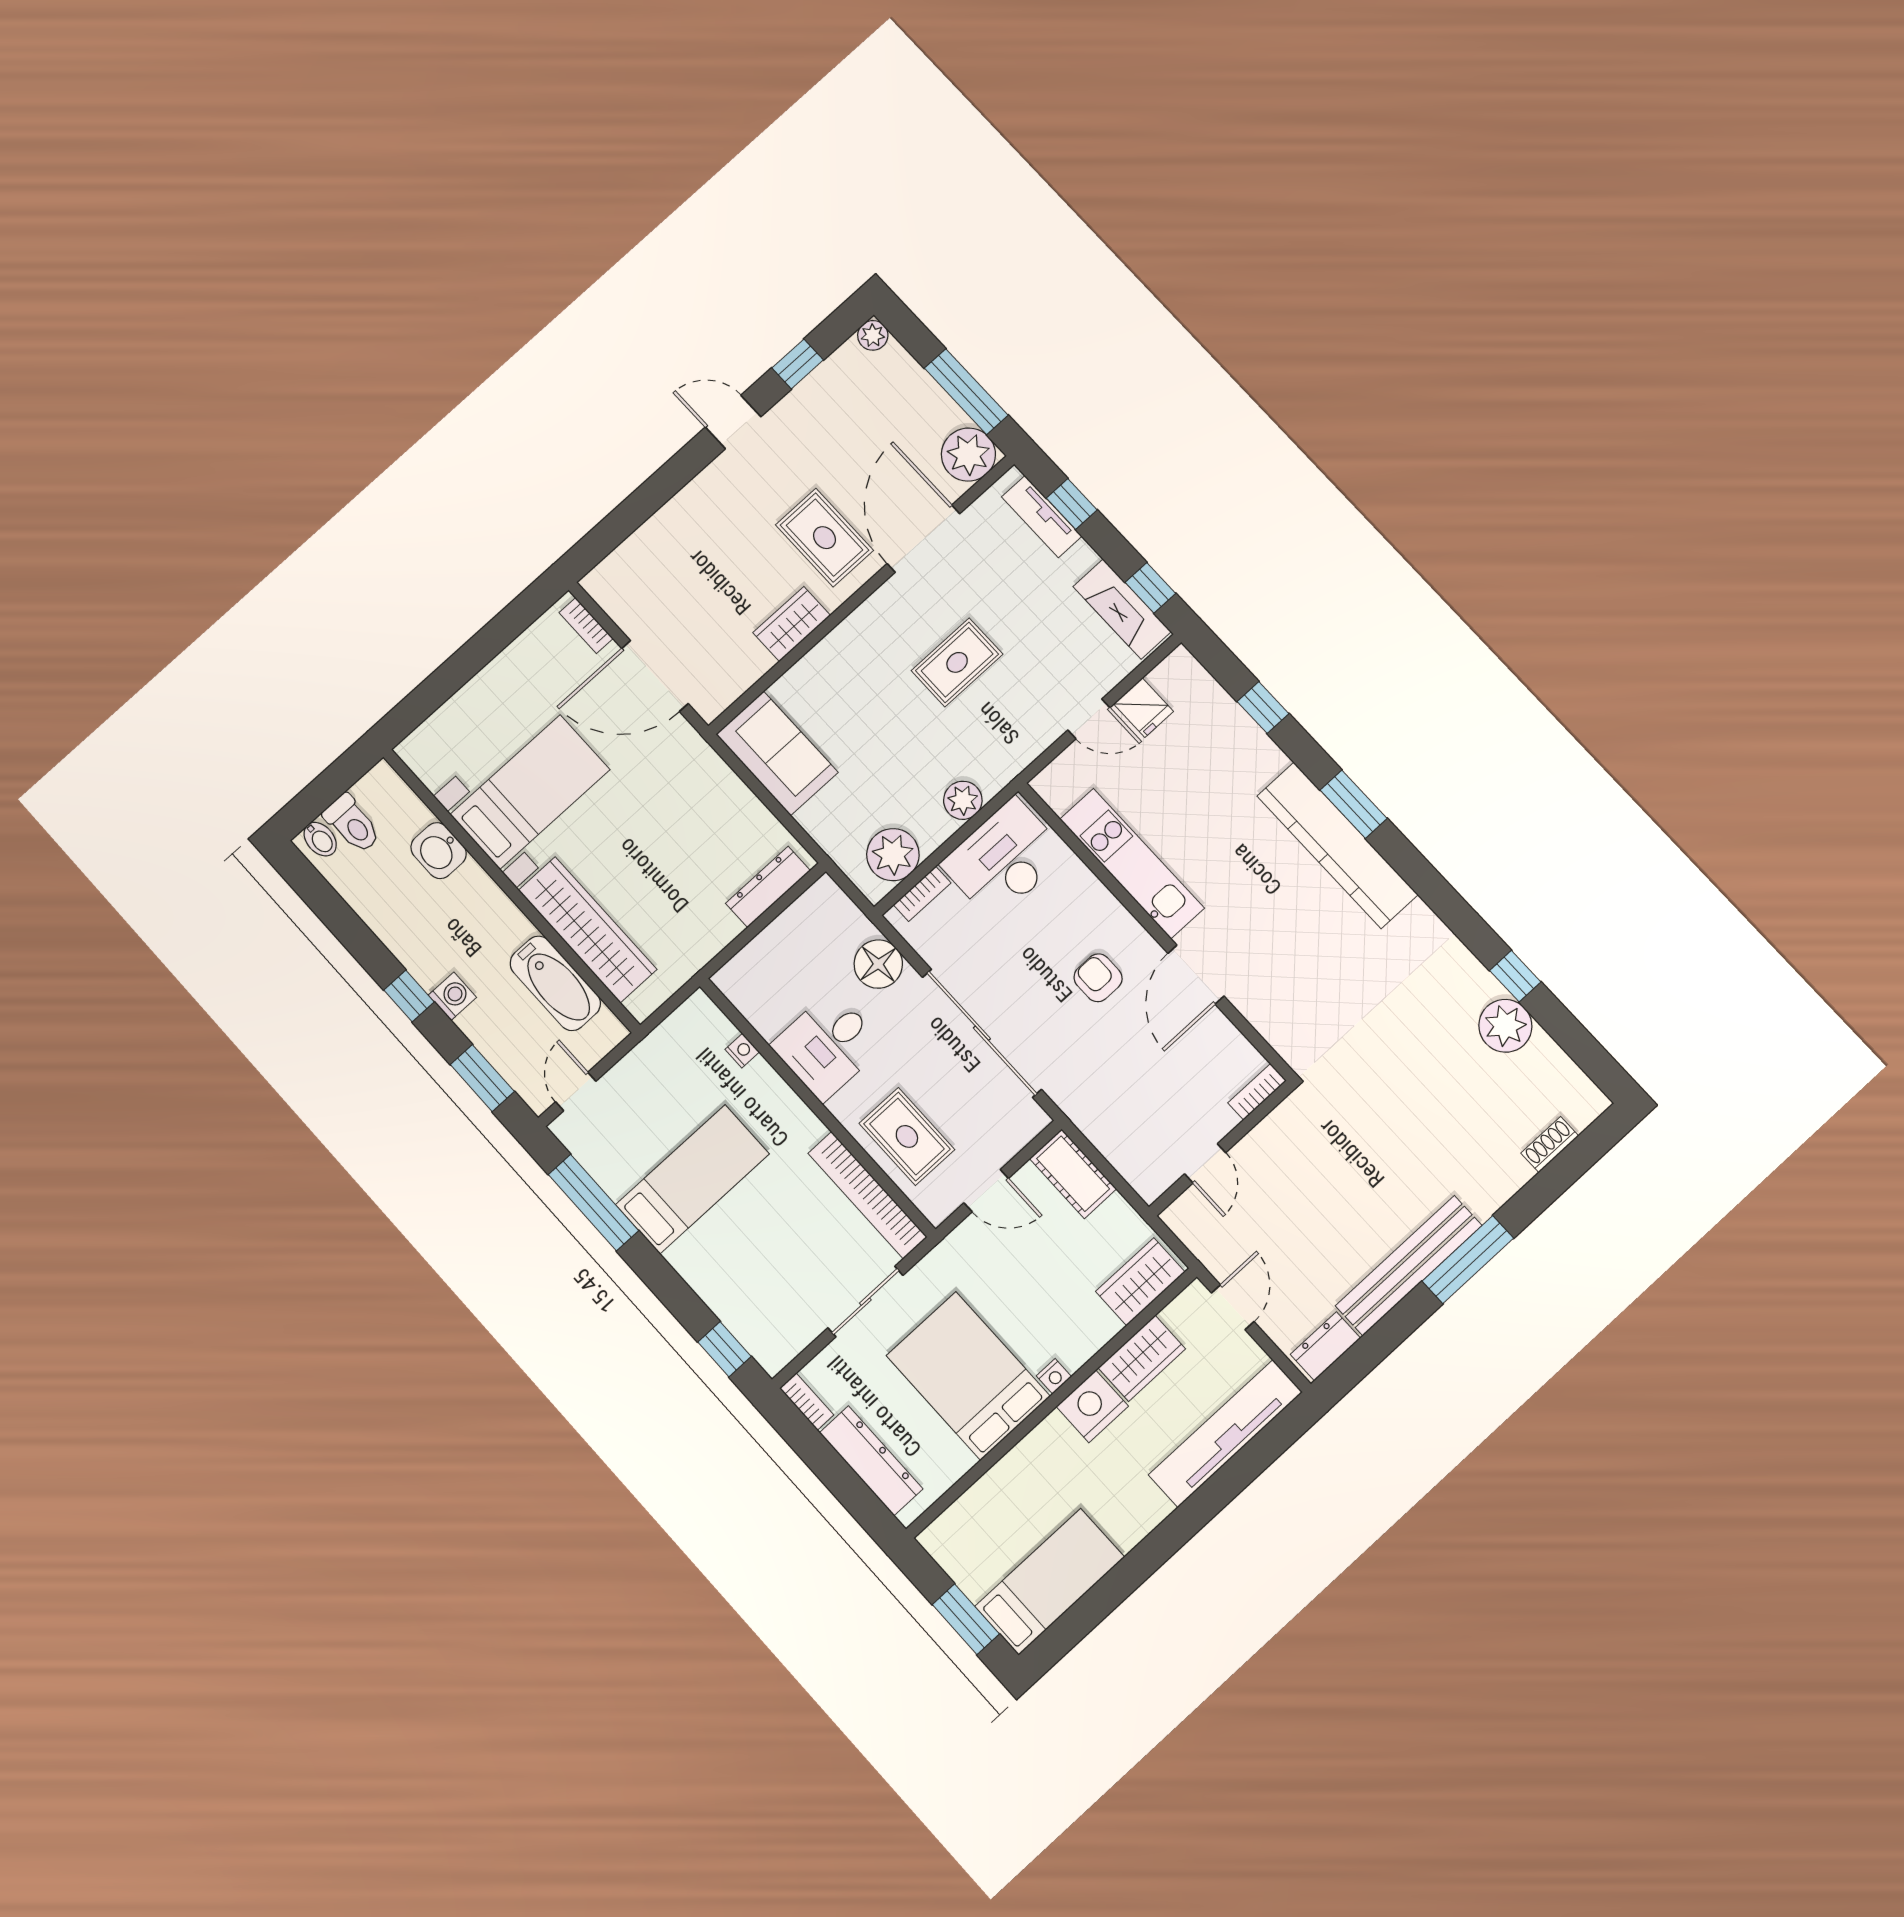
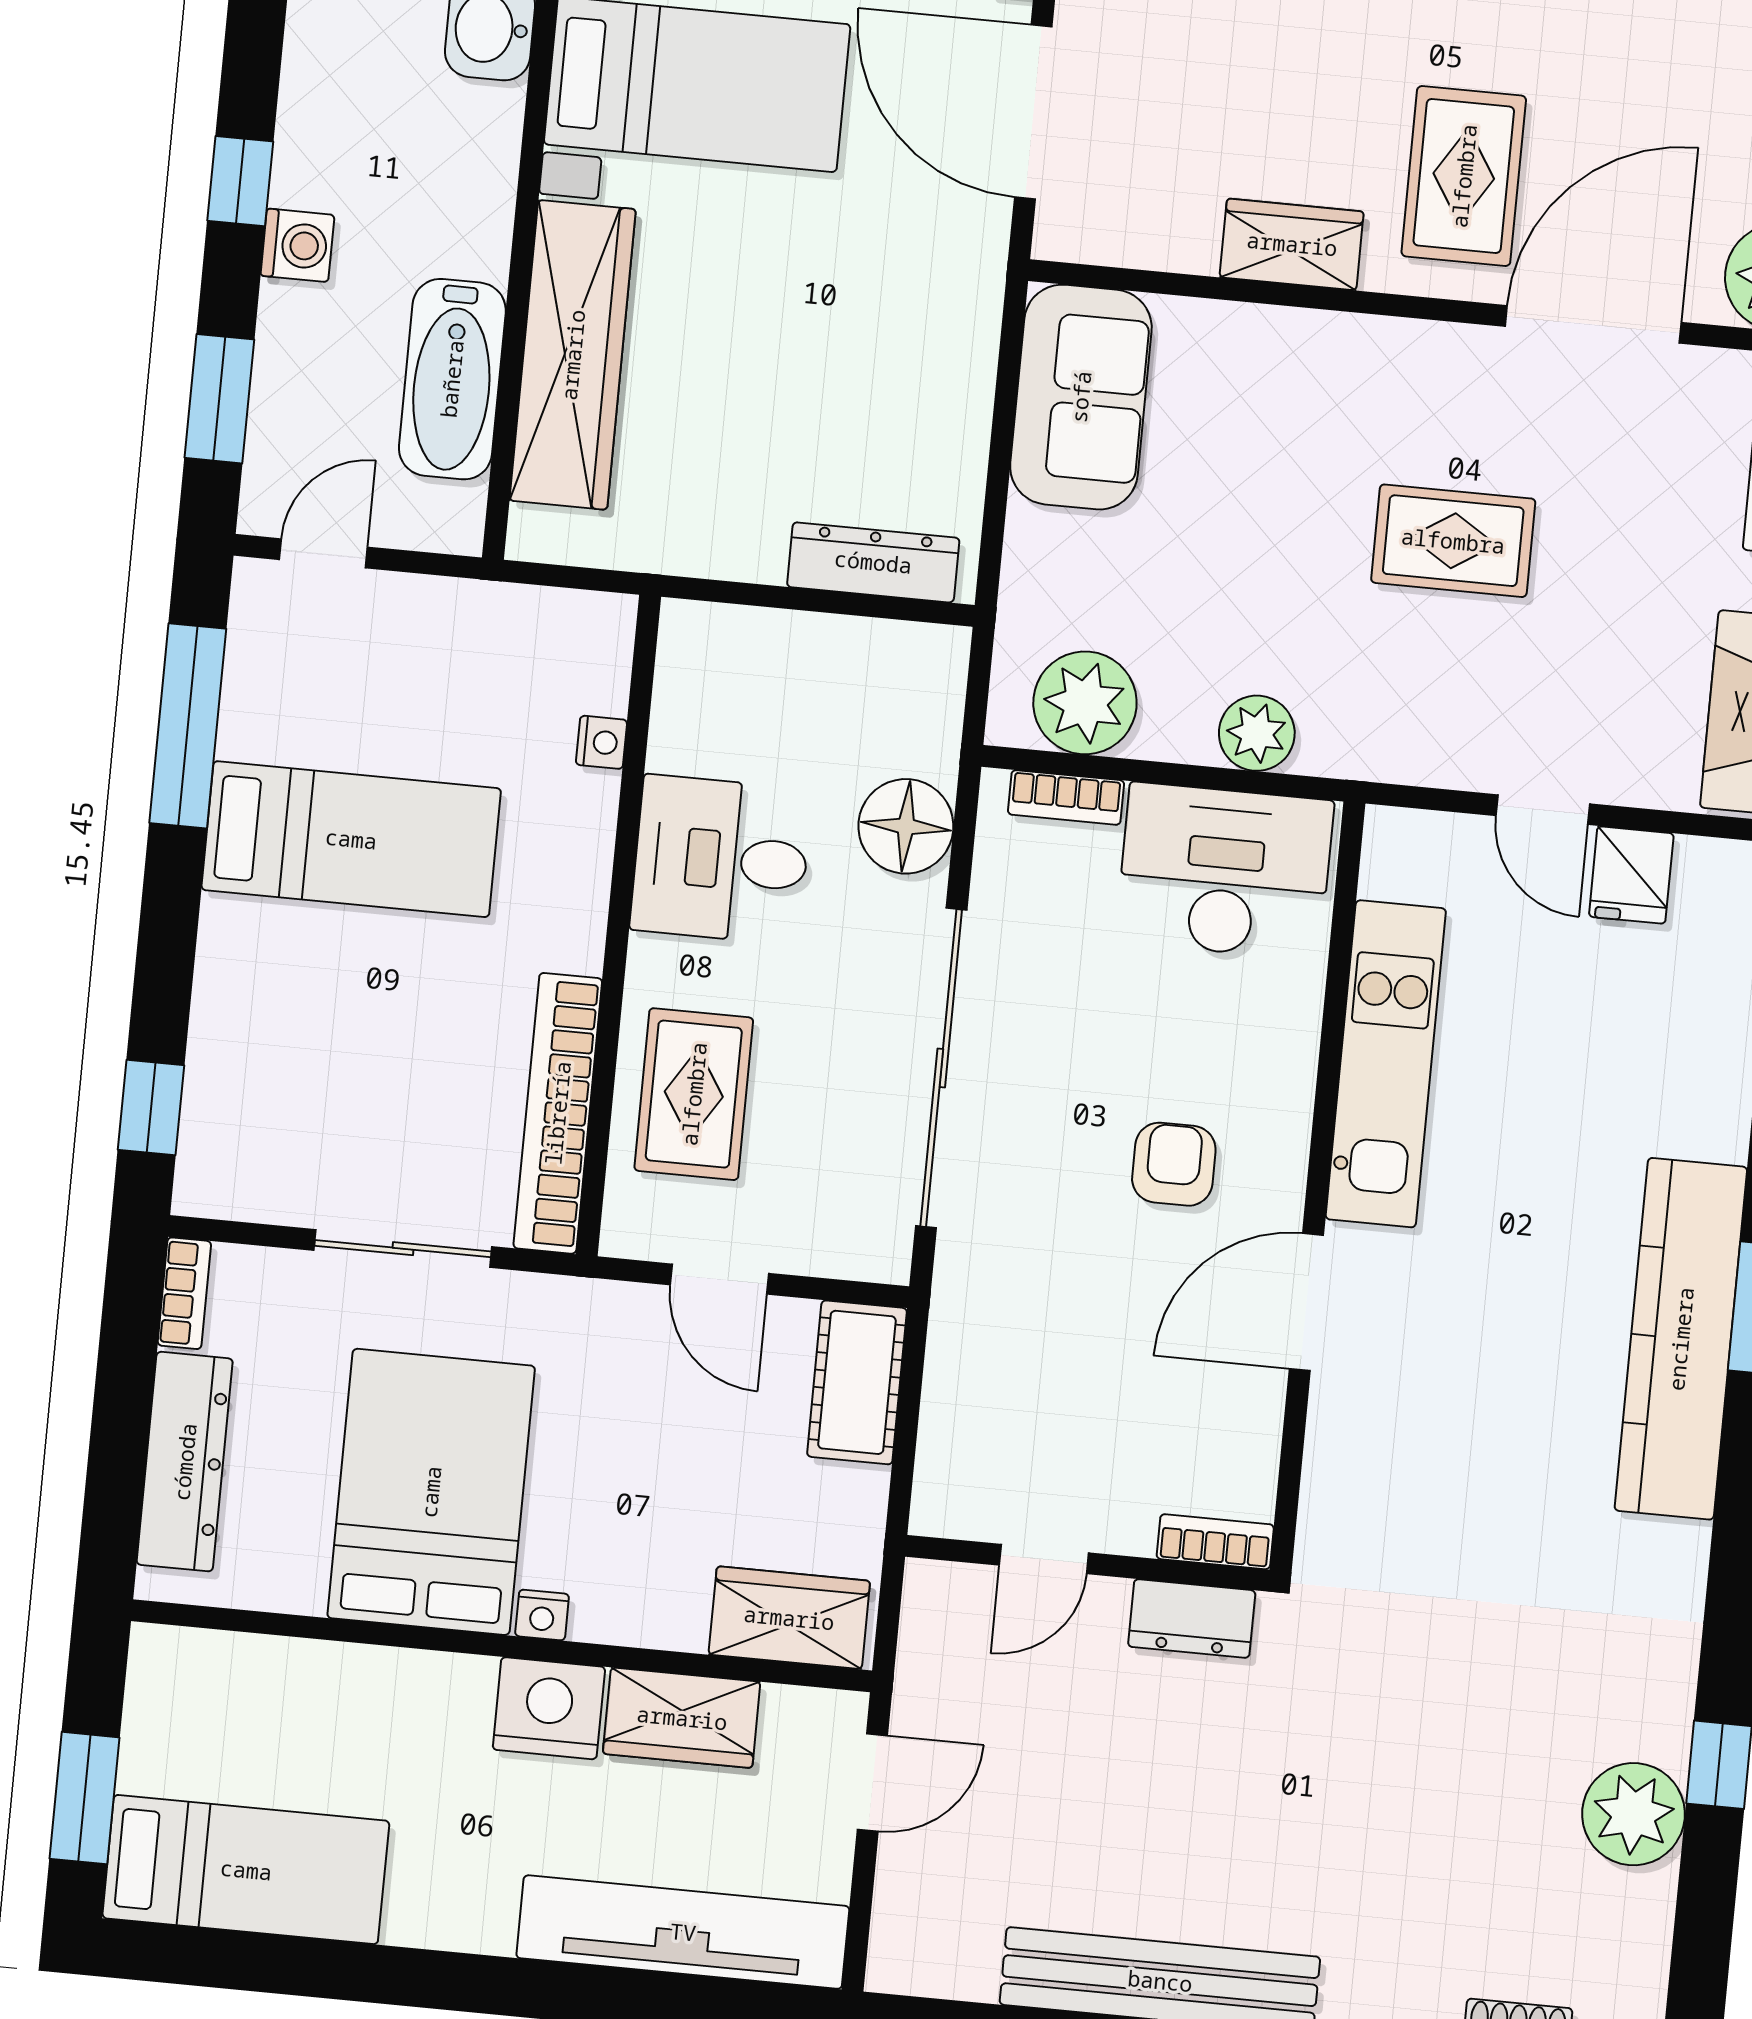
dresser: (1325, 1346) -> (1192, 1619), moved, turned 180

